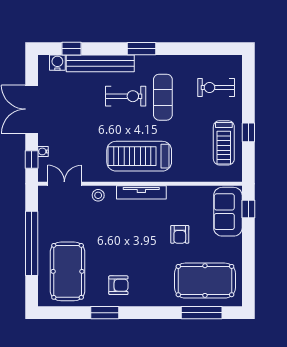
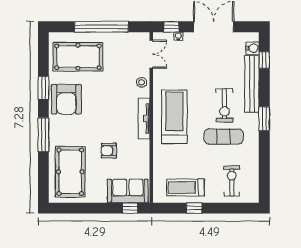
armchair: (118, 285) -> (66, 99), width x1.88, depth x1.88
window: (202, 313) -> (43, 135), moved

